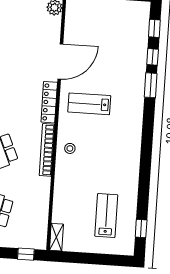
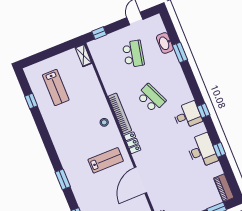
window: (151, 85) -> (63, 179), moved
locker: (49, 102) -> (132, 143), width x0.66
window: (141, 229) -> (31, 101), moved

